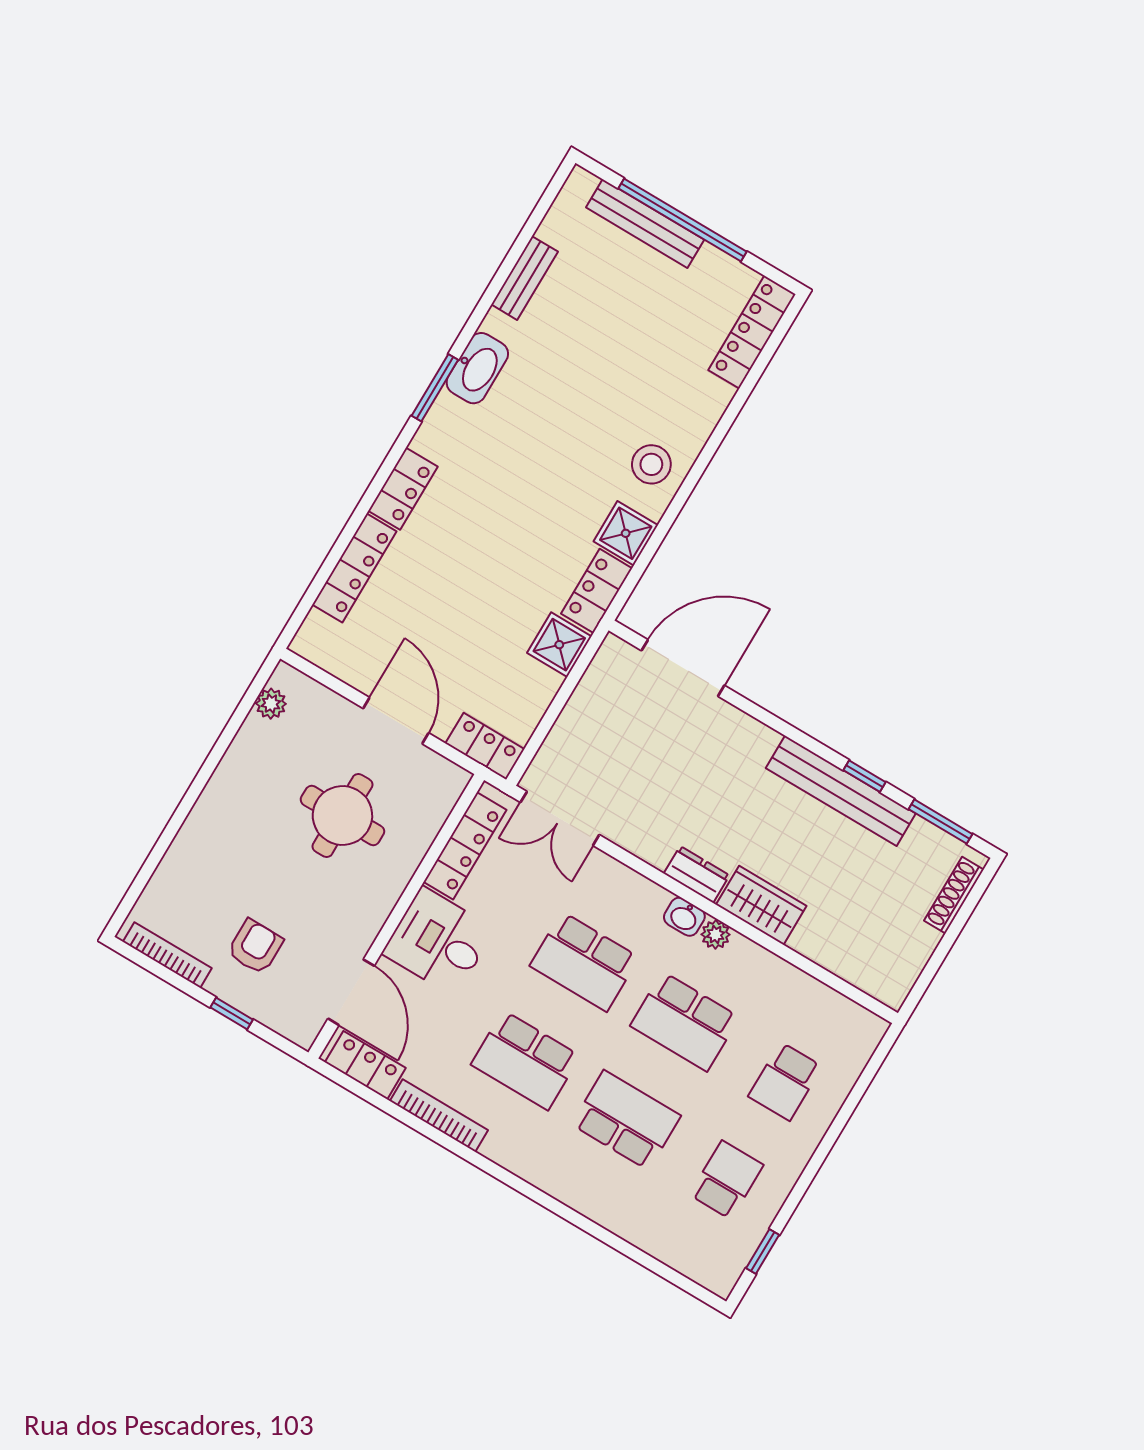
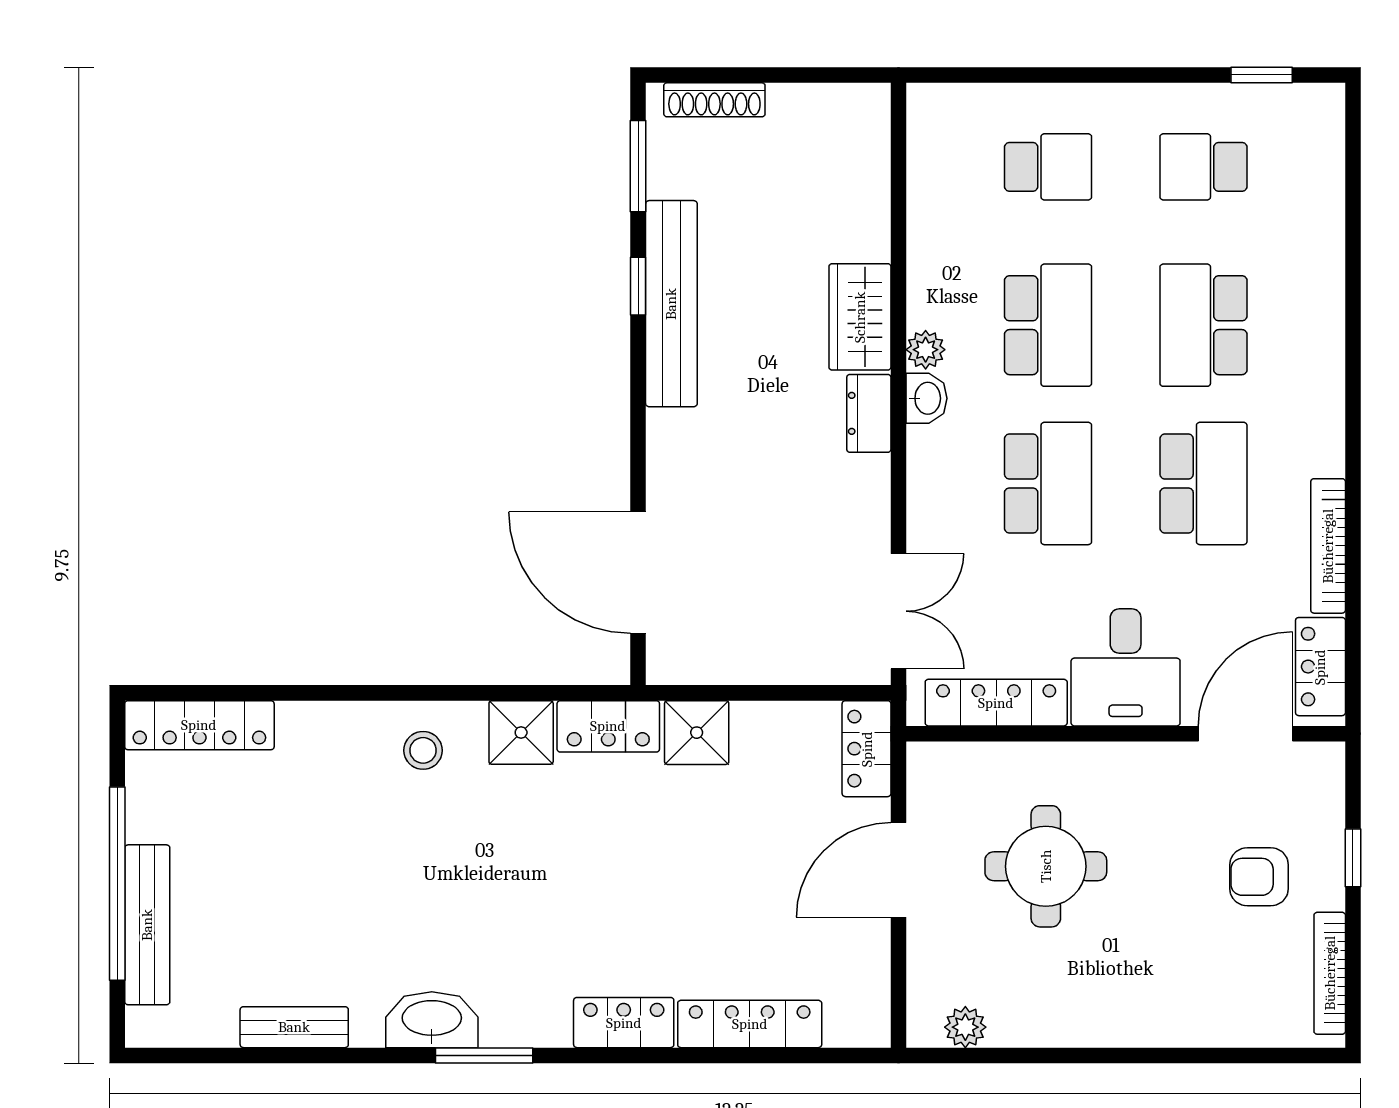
stool: (651, 464) -> (423, 750), width x0.73, depth x0.73

